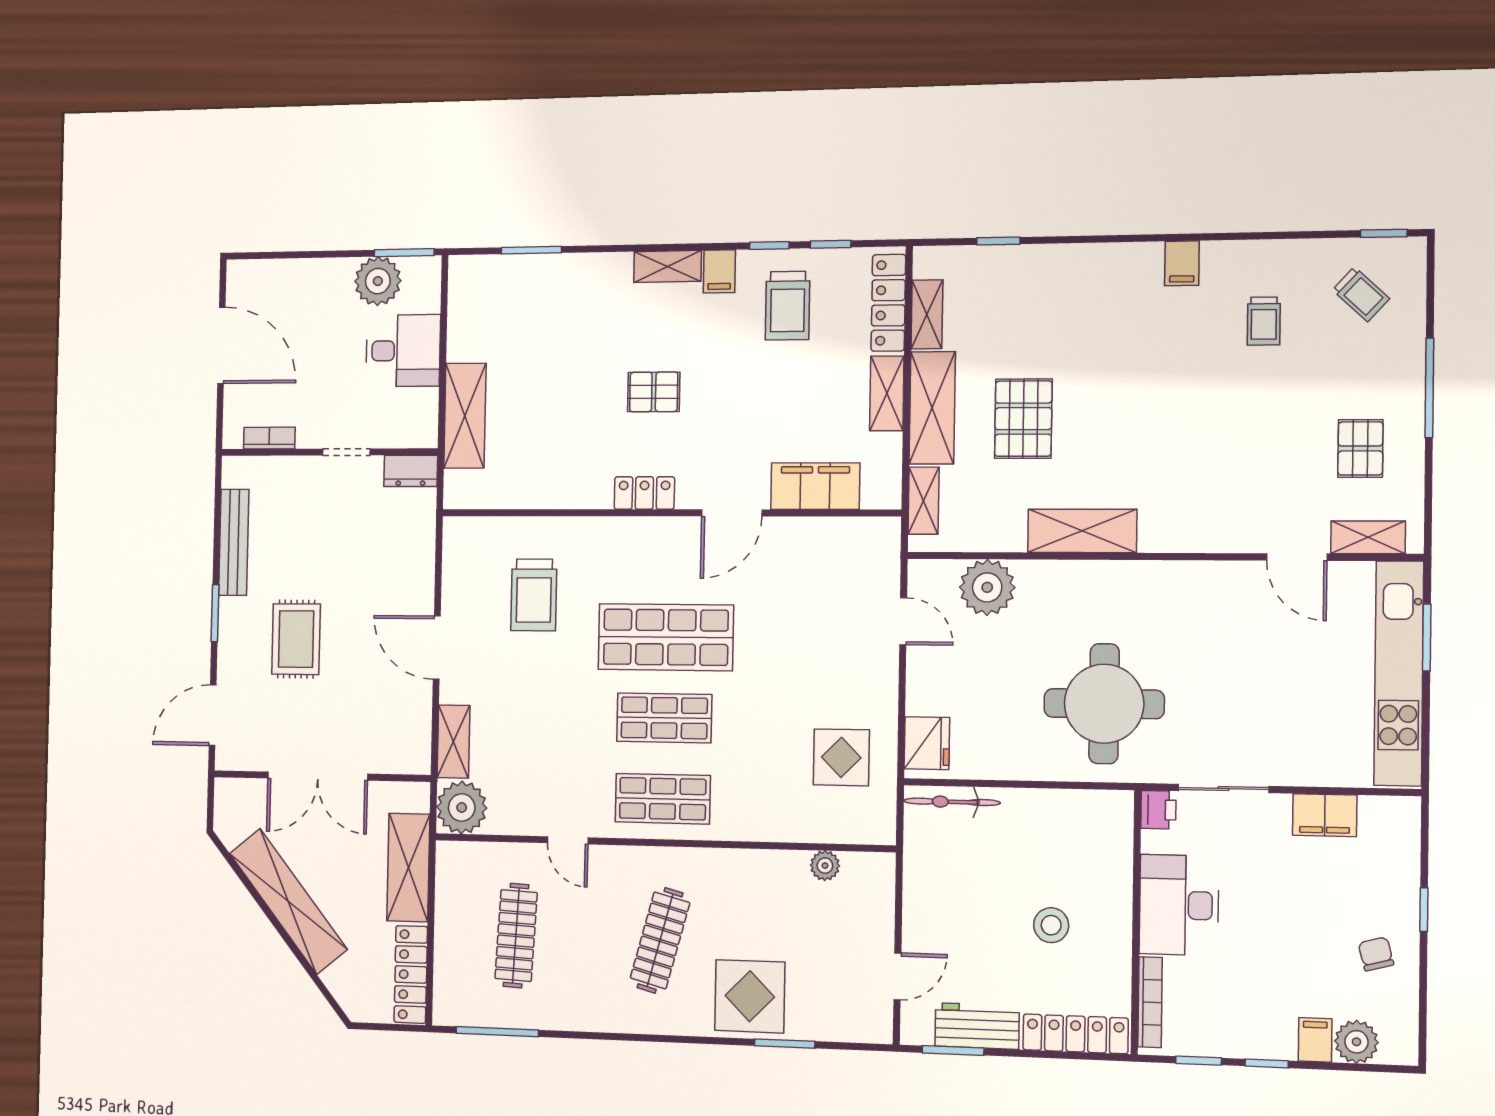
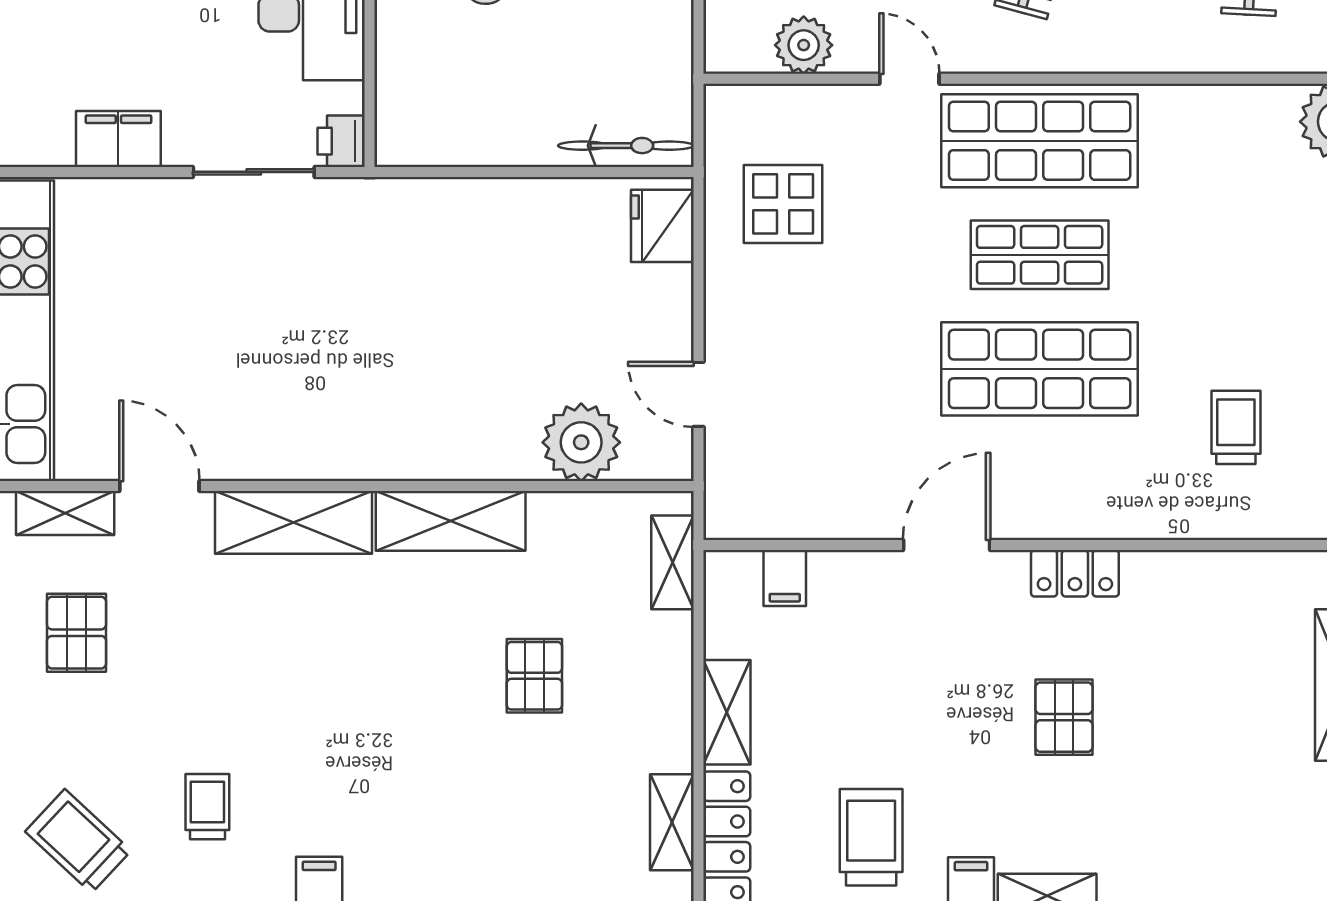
trolley: (1361, 294) -> (78, 841), width x1.36, depth x1.39
pallet: (654, 392) -> (1064, 717), turned 90
shelving: (932, 408) -> (294, 522), moved, turned 90
pallet: (1023, 419) -> (534, 676), width x0.67, depth x0.71
filing cabinet: (815, 486) -> (785, 578), width x0.33, depth x0.86
trolley: (534, 595) -> (1236, 427), width x0.73, depth x0.72
round table: (1104, 704) -> (417, 284), removed
shop shelf: (663, 799) -> (1040, 141), width x1.43, depth x1.36
door: (568, 840) -> (909, 79), moved
plant: (825, 866) -> (804, 45), width x1.38, depth x1.38

